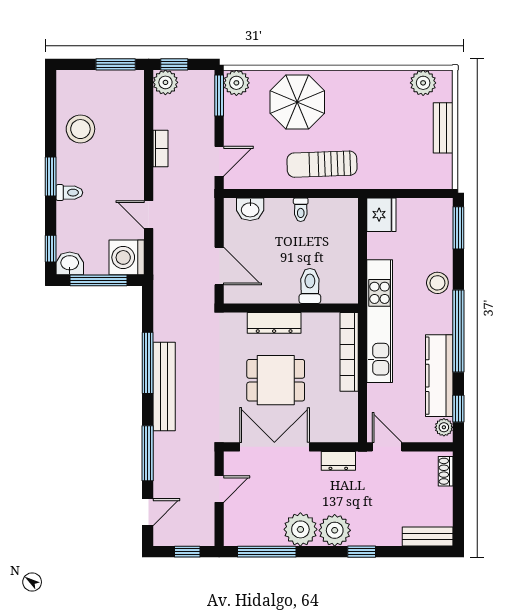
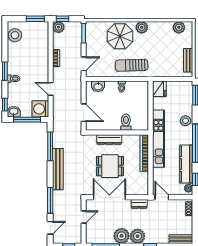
plant: (236, 83) -> (142, 27), moved
bench: (443, 128) -> (188, 60), moved
stool: (80, 129) -> (15, 35), moved
window: (148, 363) -> (50, 146), moved

